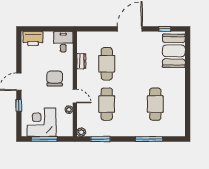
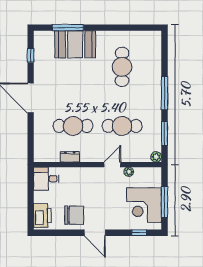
booth: (174, 51) -> (75, 44), moved
window: (188, 59) -> (68, 28), added
chair: (55, 78) -> (74, 215), moved, turned 180
cafe table: (155, 104) -> (122, 67), turned 90
window: (19, 105) -> (139, 233), moved
window: (149, 139) -> (164, 93), moved

